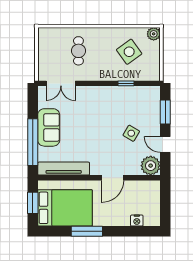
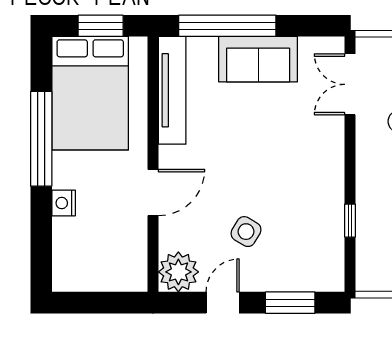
door: (113, 178) -> (153, 193), swing flipped
nightstand: (137, 221) -> (64, 203), moved
window: (87, 231) -> (41, 139), width x1.46

